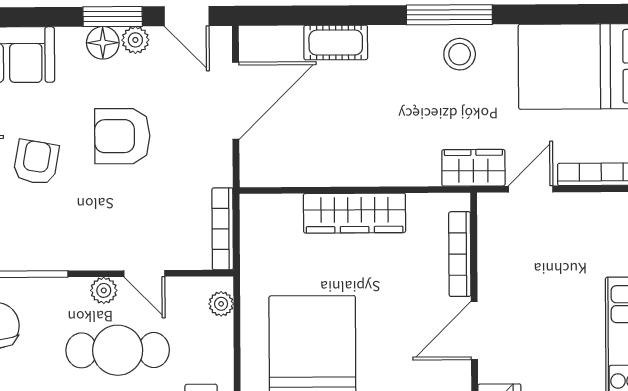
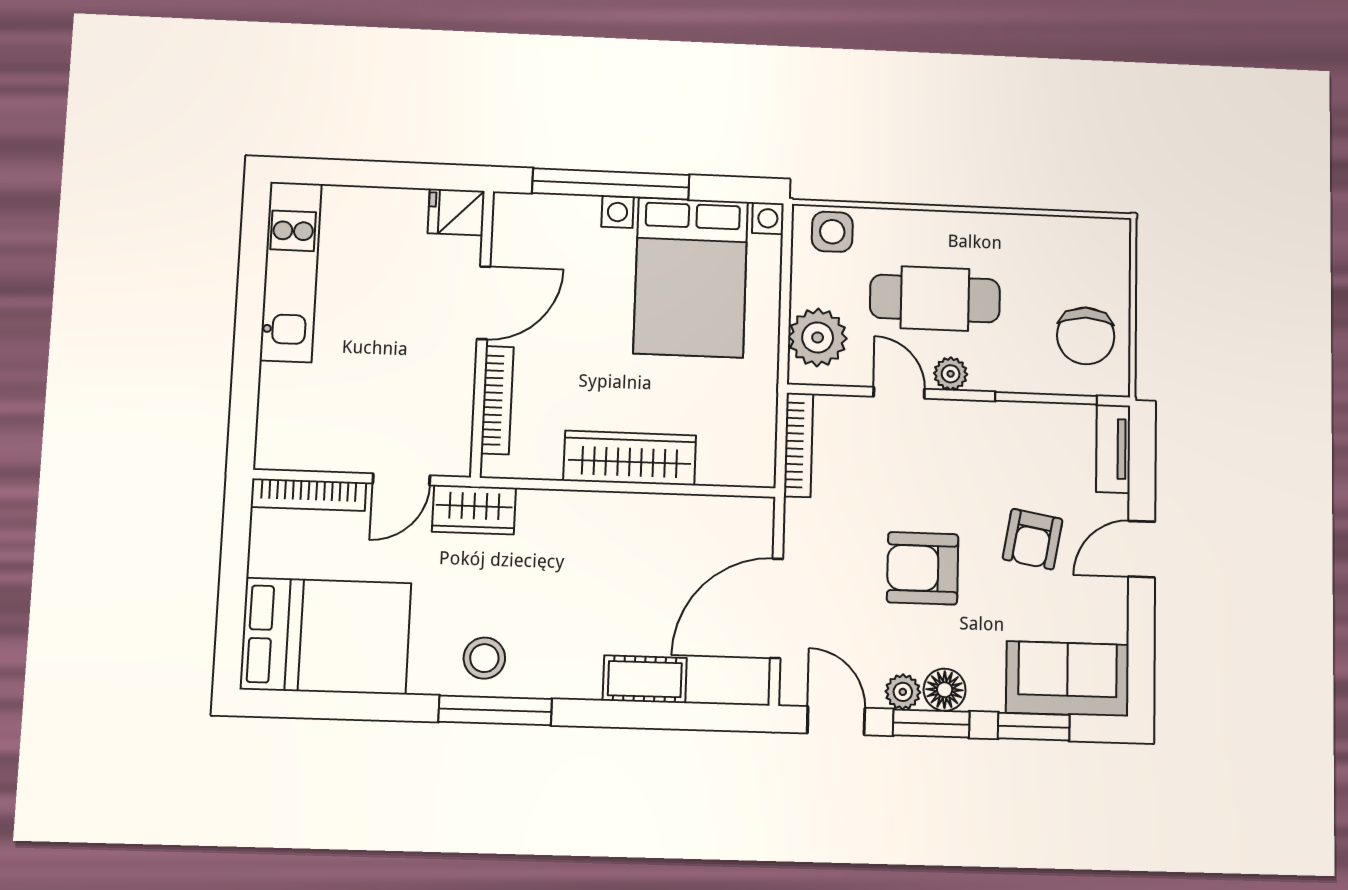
window: (33, 17) -> (1034, 727), added
armchair: (122, 136) -> (923, 568), turned 180
plant: (221, 304) -> (818, 337), width x1.87, depth x1.87

